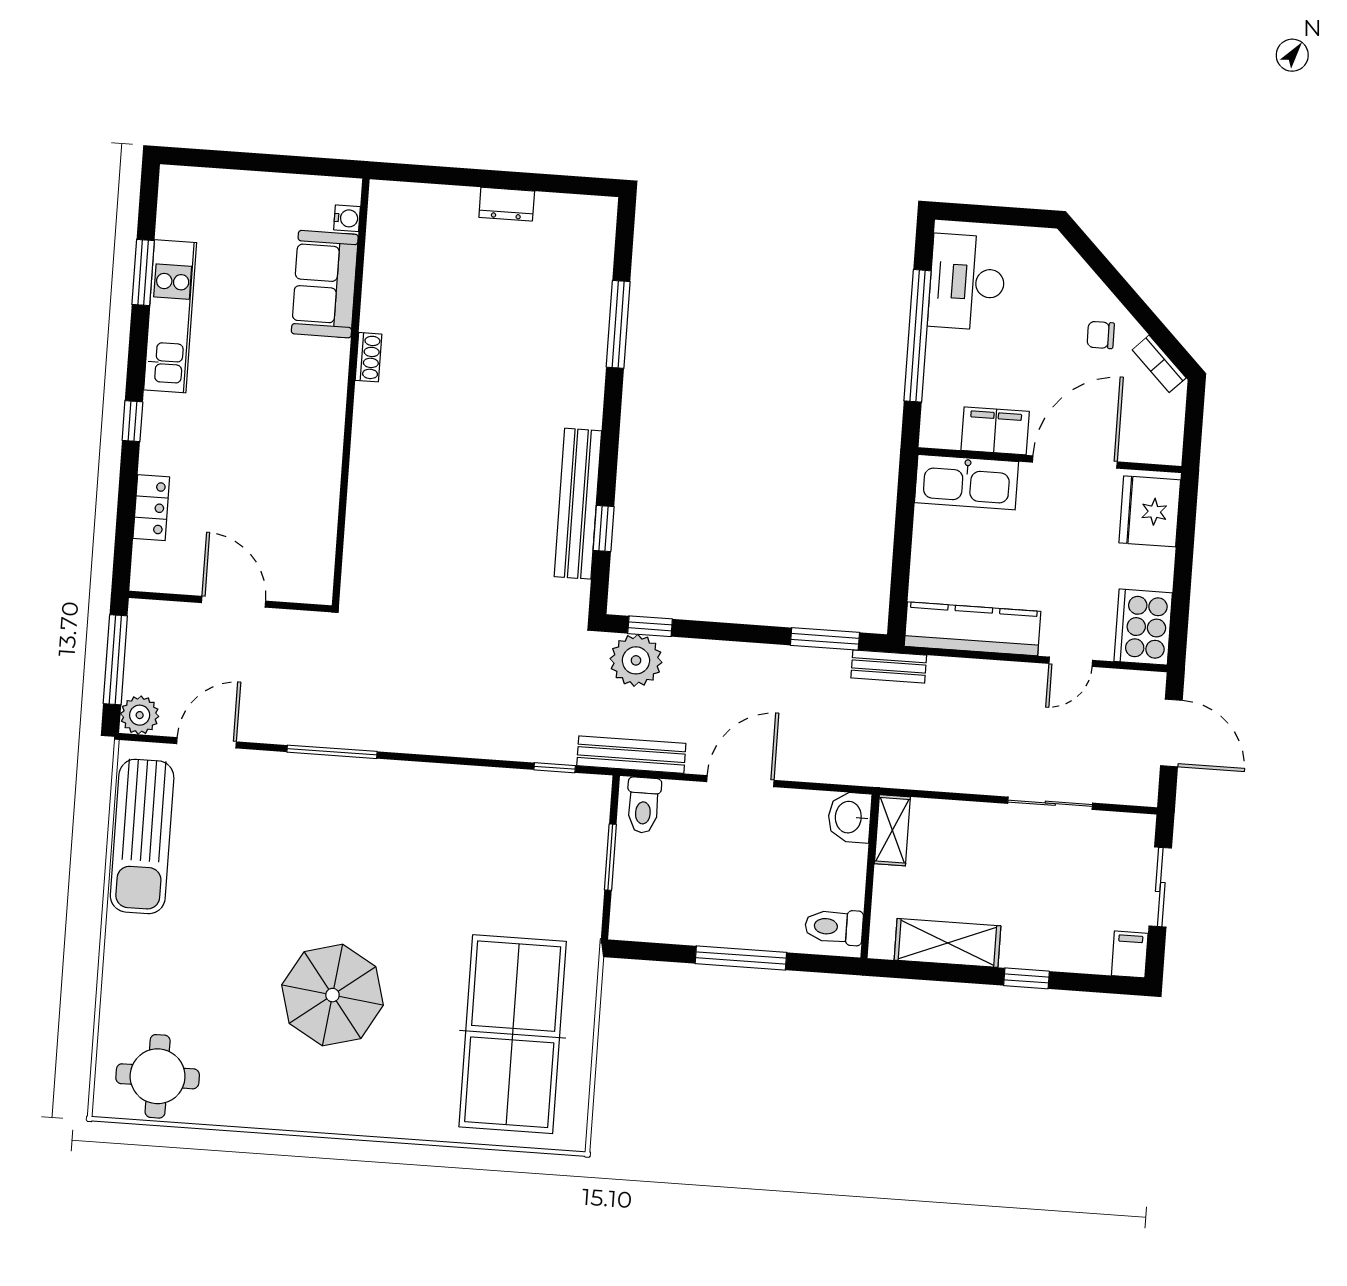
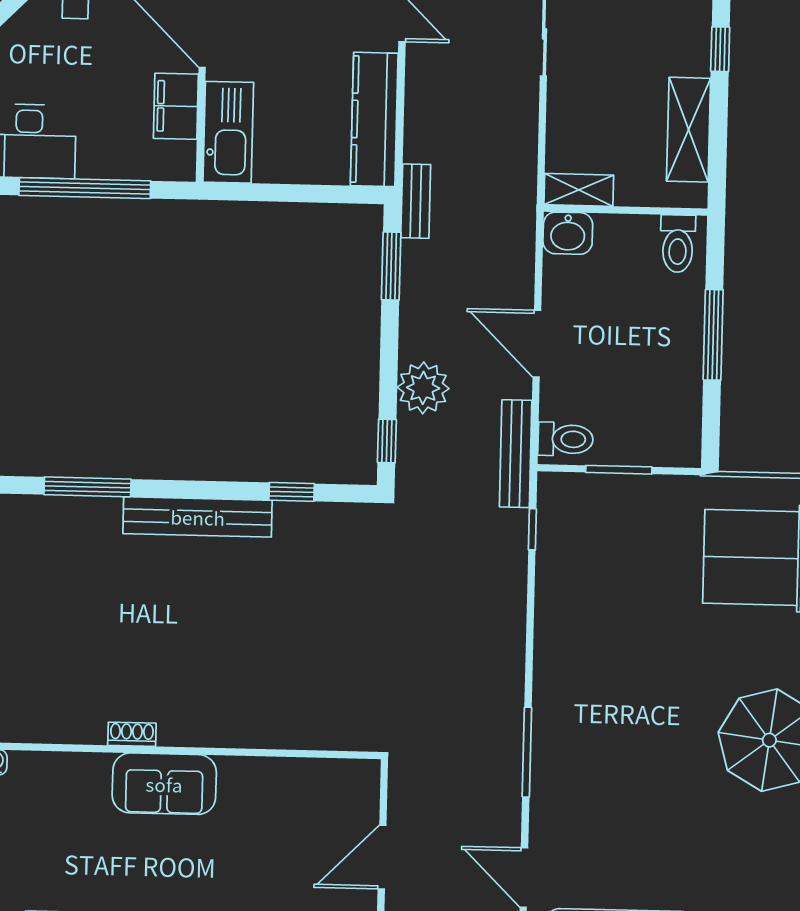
sofa: (325, 284) -> (164, 784), moved
bench: (578, 504) -> (198, 517), moved
plant: (636, 660) -> (423, 388), moved

